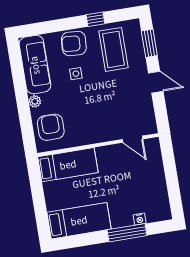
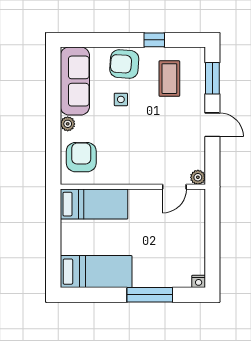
coffee table: (113, 49) -> (169, 79), width x0.73, depth x0.76
plant: (151, 128) -> (198, 177), added
door: (133, 139) -> (174, 187), hinge flipped
nightstand: (140, 219) -> (199, 281), moved

